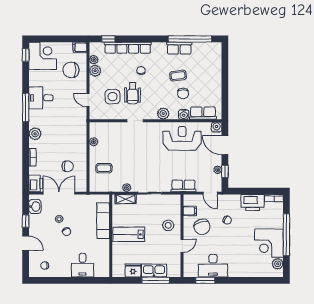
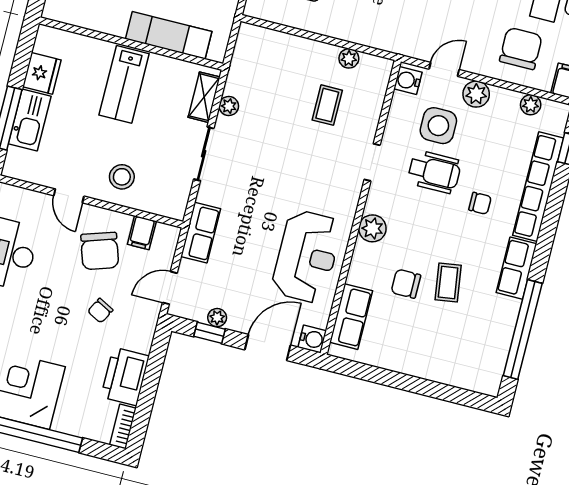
row of seats: (179, 48) -> (516, 268), moved
plant: (95, 71) -> (476, 94), moved
wheelchair: (133, 93) -> (434, 172), turned 180
water cooler: (184, 114) -> (408, 80), moved
coffee table: (104, 168) -> (327, 105), moved
chair: (202, 227) -> (100, 251), turned -91
lab bench: (129, 234) -> (124, 84), turned 180

